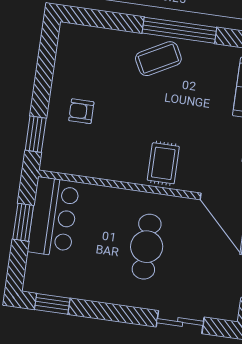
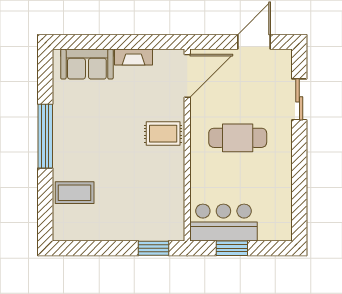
coffee table: (158, 59) -> (75, 193), moved, turned -62
armchair: (81, 111) -> (128, 211), removed
window: (52, 304) -> (299, 213), removed

